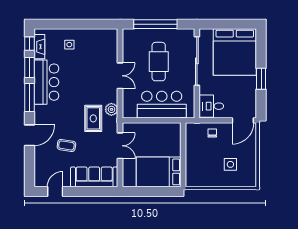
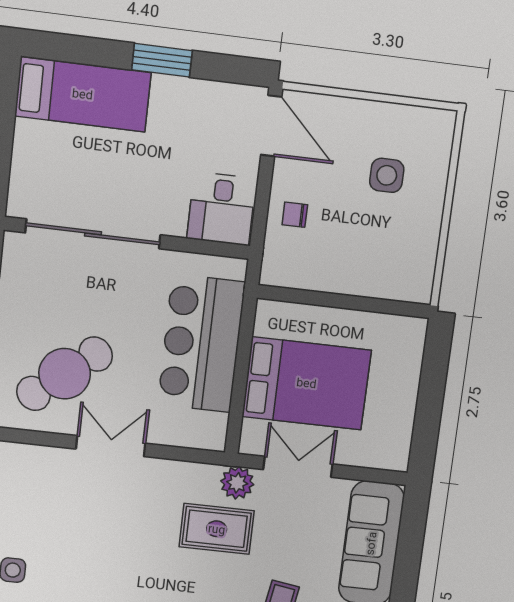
bed: (235, 52) -> (83, 94), width x0.49
cafe table: (159, 62) -> (65, 374), moved, turned -39
plant: (111, 109) -> (237, 483), moved
bed: (159, 172) -> (307, 383), moved, turned -90

